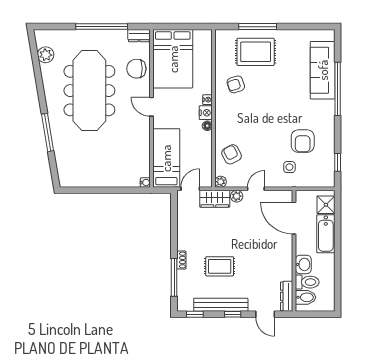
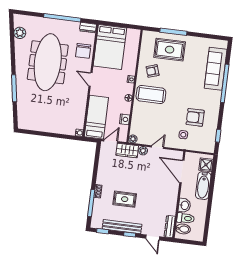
chair: (136, 69) -> (83, 51), turned -90
nightstand: (206, 113) -> (125, 119), moved
coffee table: (238, 117) -> (151, 95), added
armchair: (303, 141) -> (195, 117), turned 90
armchair: (232, 154) -> (143, 120), removed

